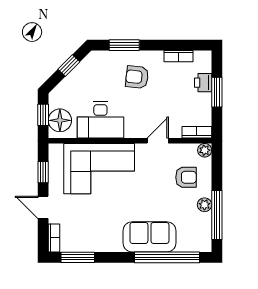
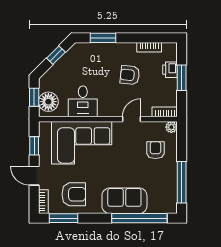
armchair: (137, 77) -> (130, 75), moved
desk: (100, 120) -> (83, 101), width x0.73
armchair: (186, 177) -> (155, 150), turned -90
plant: (204, 205) -> (171, 173), removed
armchair: (90, 229) -> (74, 194), added

